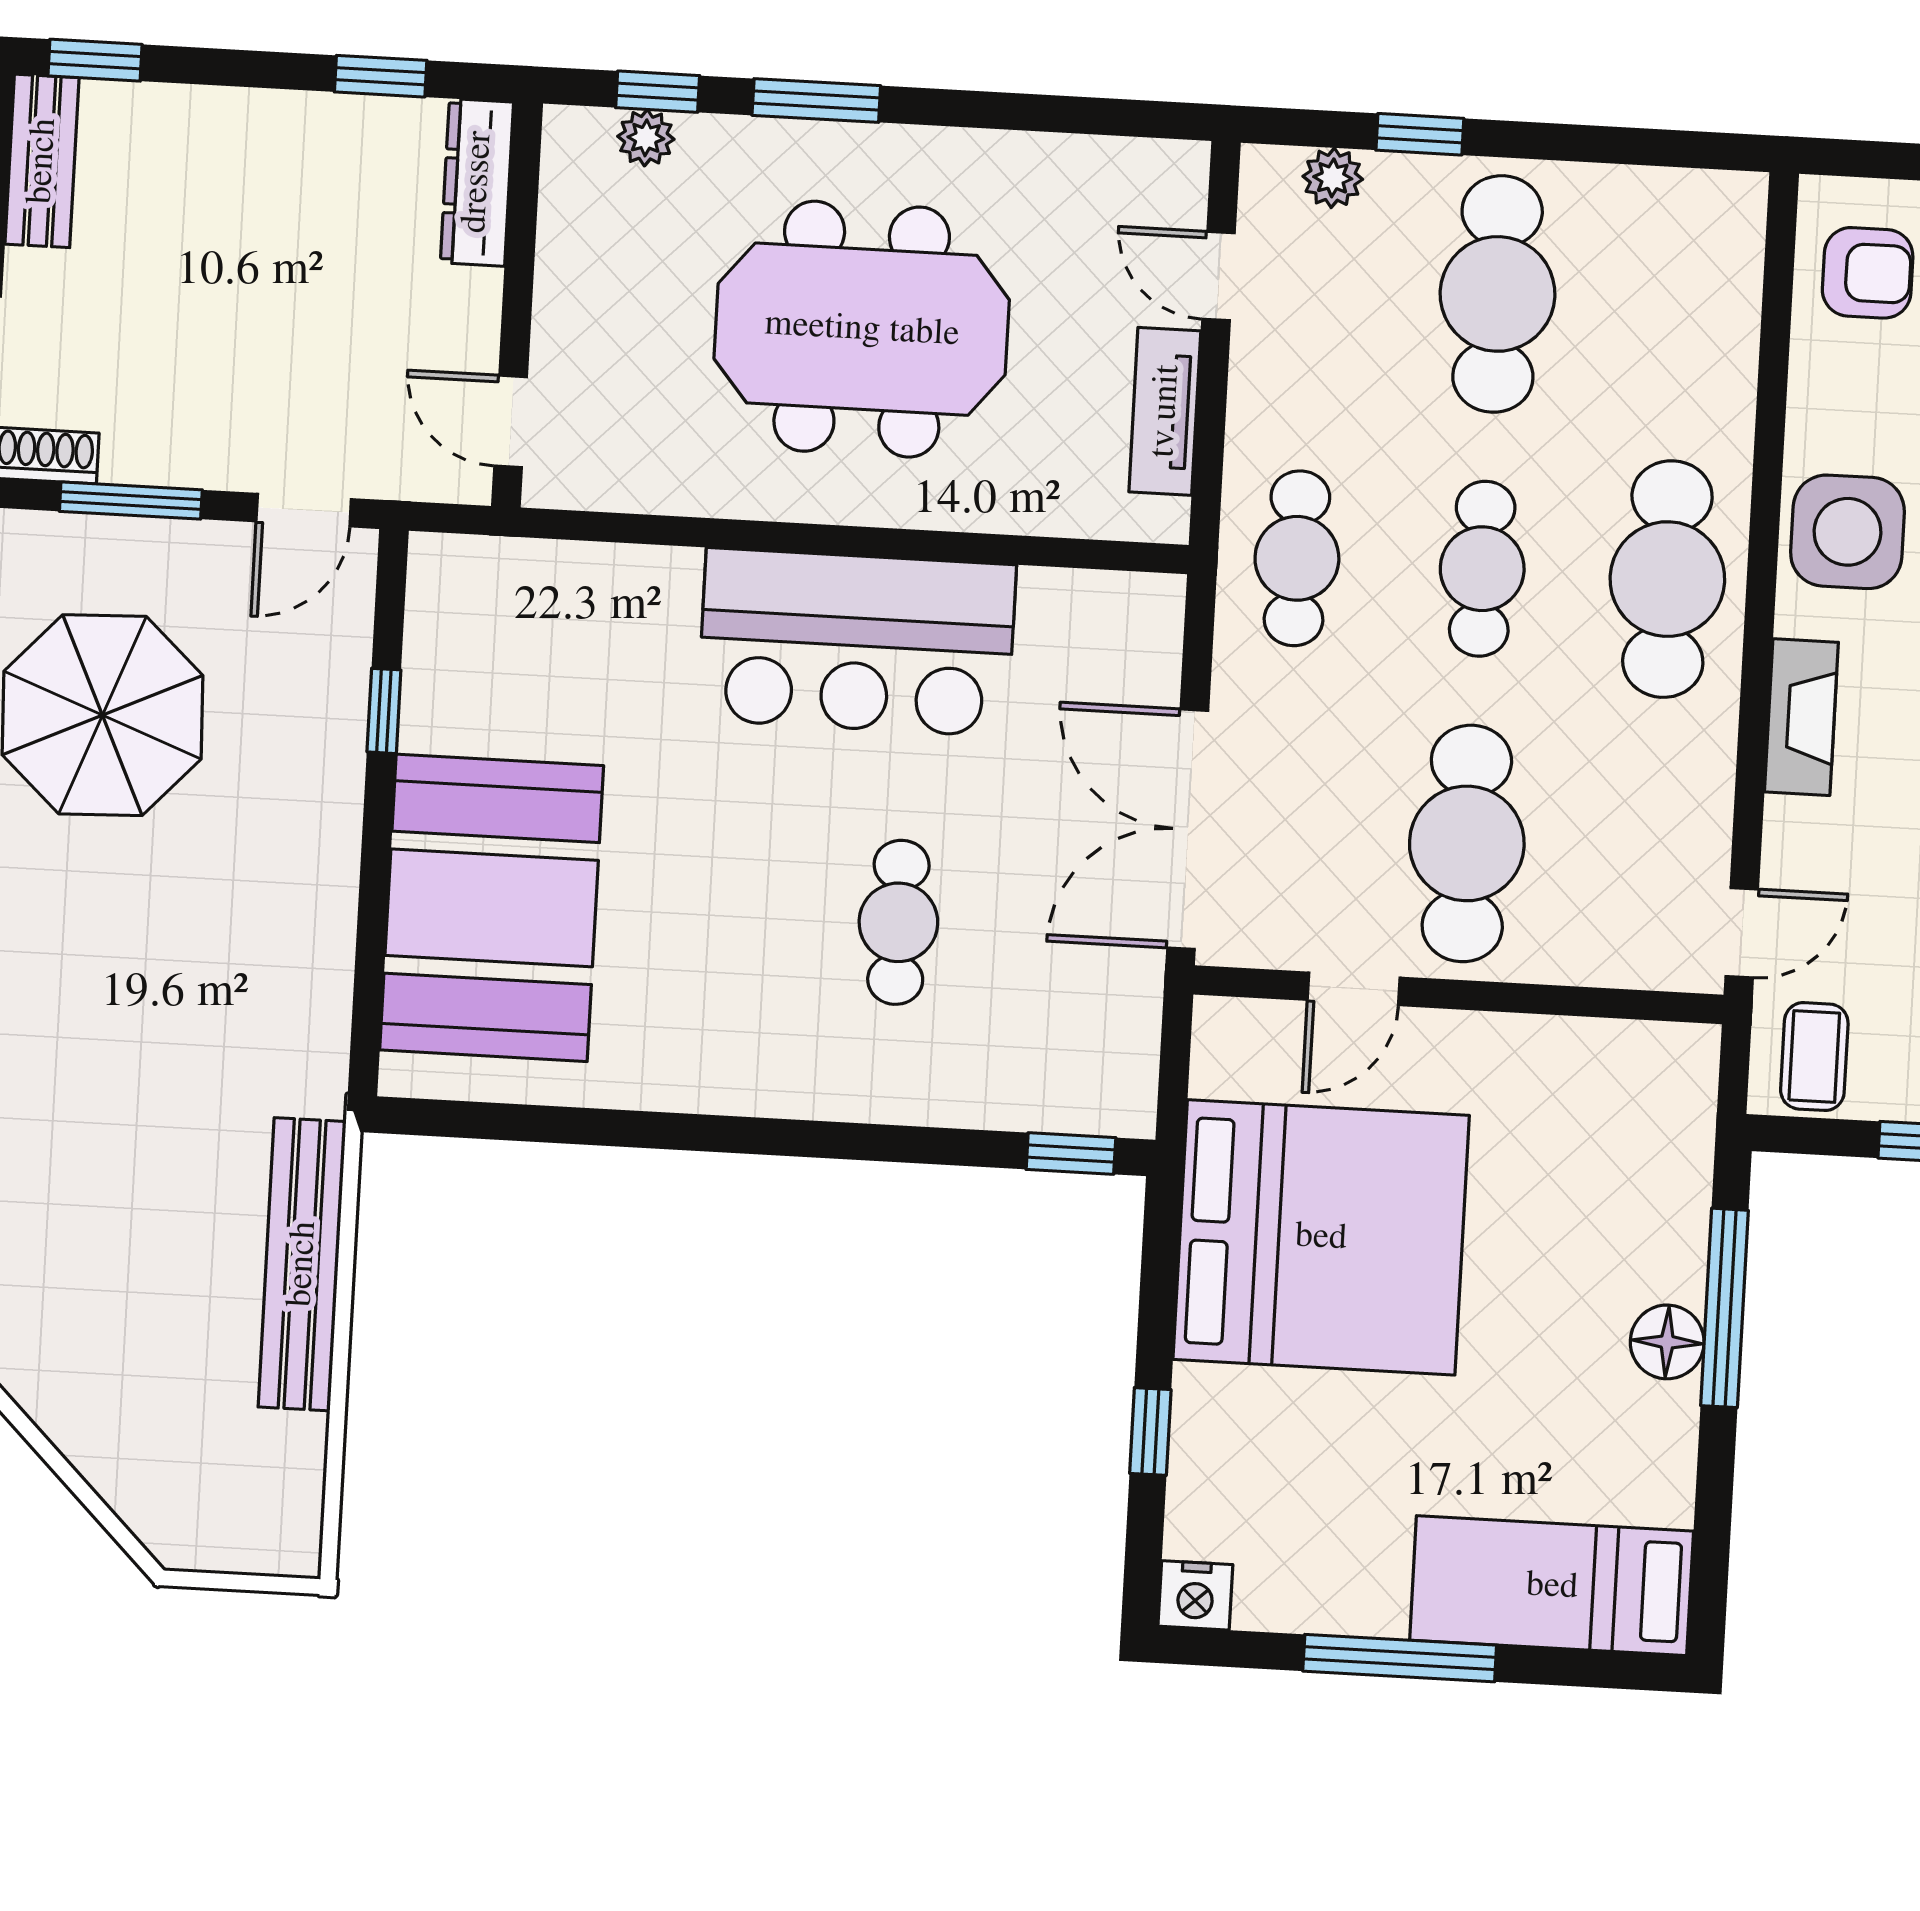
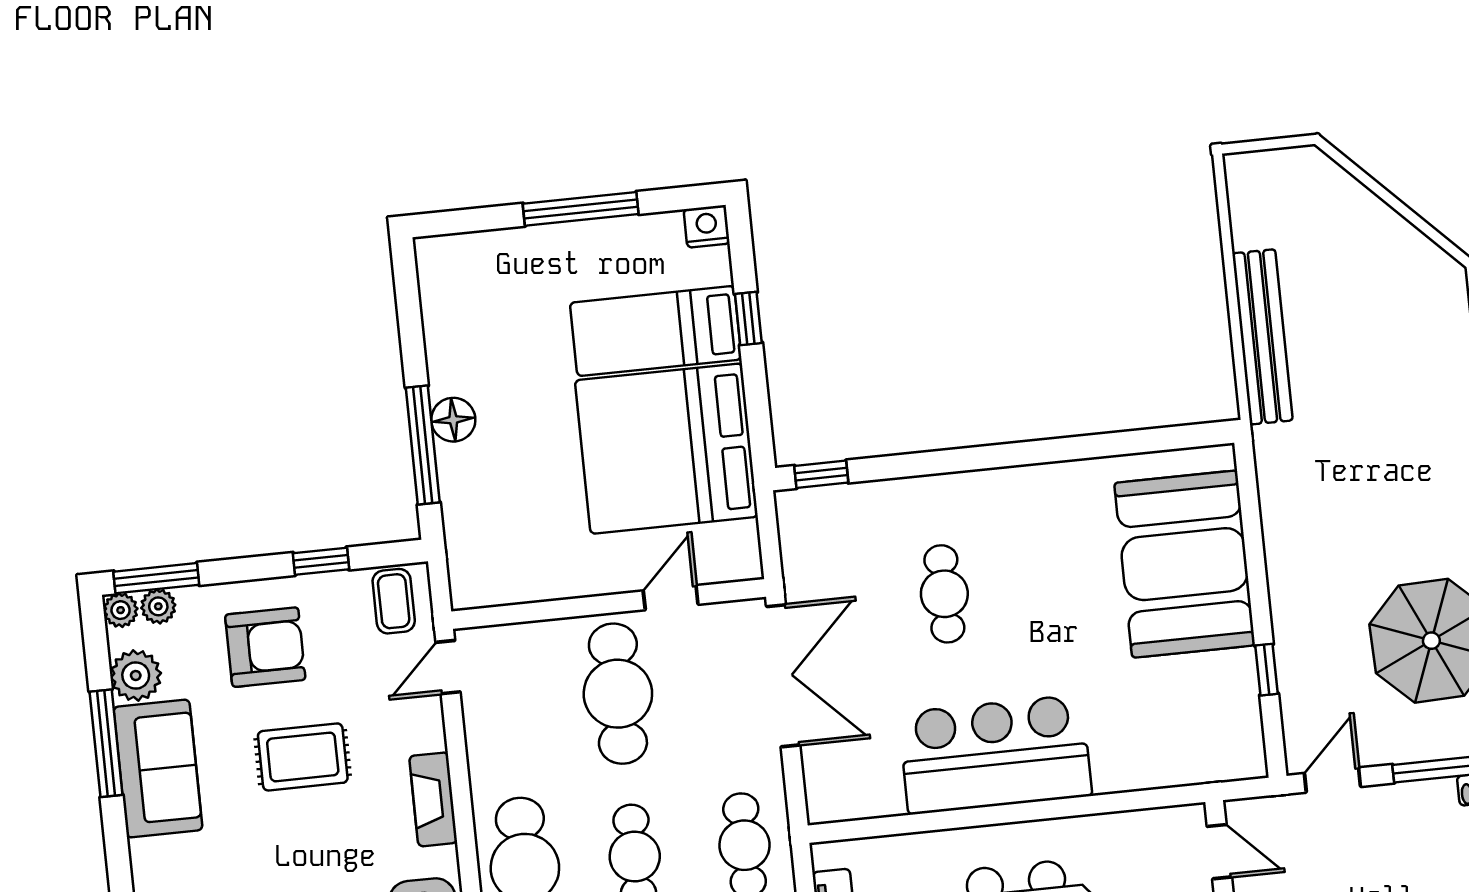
bed: (1552, 1586) -> (656, 331), moved, turned 180

